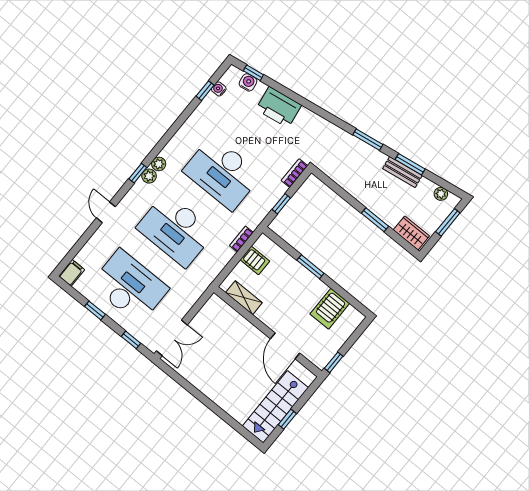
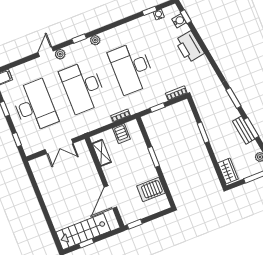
plant: (149, 176) -> (60, 54), moved
window: (375, 220) -> (203, 132), moved
double door: (172, 338) -> (59, 146), moved

